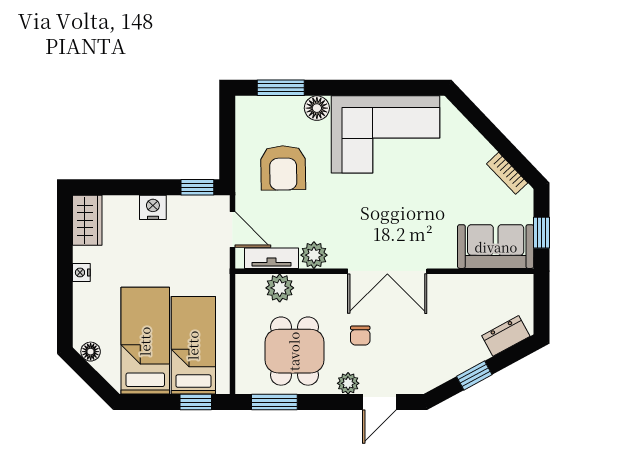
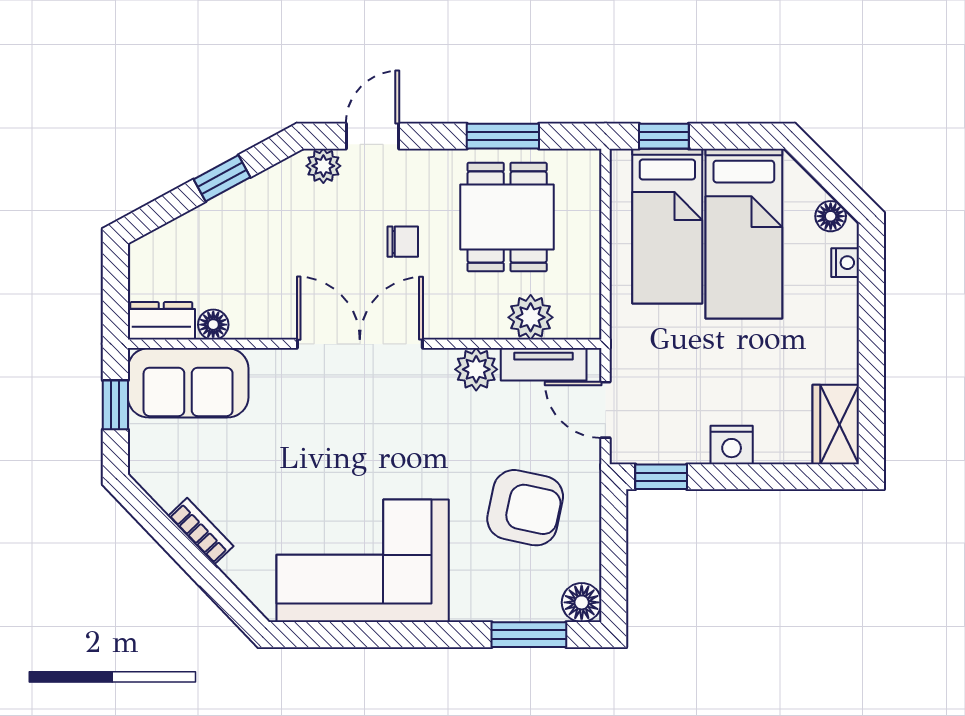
floor lamp: (317, 108) -> (582, 602), moved
armchair: (283, 168) -> (525, 508), turned 103
bookcase: (507, 173) -> (201, 531), moved
nightstand: (81, 272) -> (845, 263), moved
floor lamp: (480, 283) -> (213, 325), added
chair: (360, 336) -> (403, 242), turned 90
dresser: (506, 336) -> (161, 321), moved, turned -152
plant: (348, 383) -> (323, 166), moved
window: (274, 402) -> (503, 136), moved

